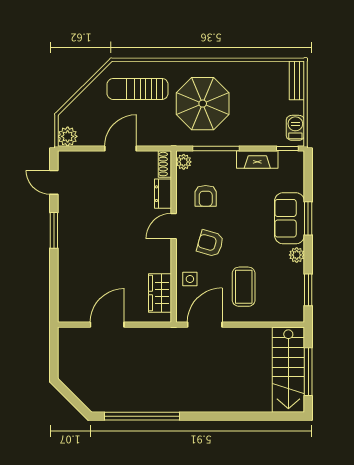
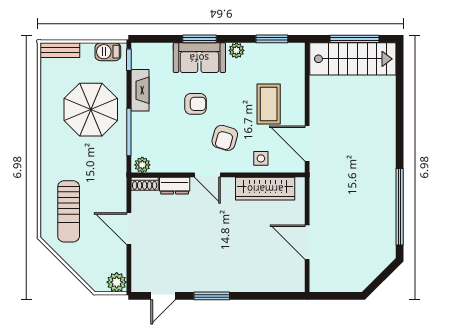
parasol: (203, 104) -> (91, 110), moved
armchair: (206, 196) -> (195, 104), moved
coffee table: (244, 287) -> (269, 104), turned 90
wardrobe: (160, 293) -> (265, 189), width x1.50

